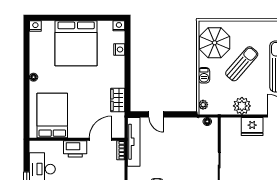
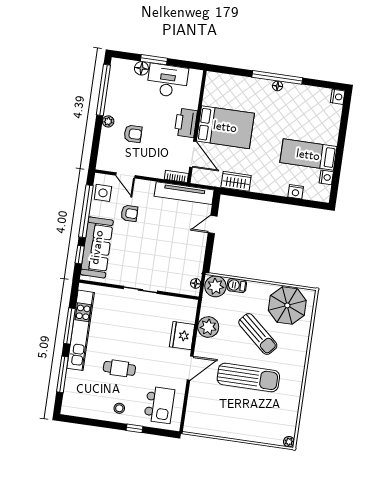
nightstand: (119, 26) -> (326, 177), moved
bed: (76, 43) -> (308, 155), width x0.49
barbecue: (204, 75) -> (237, 285), moved
window: (27, 78) -> (277, 77), added
plant: (203, 105) -> (215, 286), width x1.87, depth x1.87
bed: (52, 115) -> (225, 127), moved

